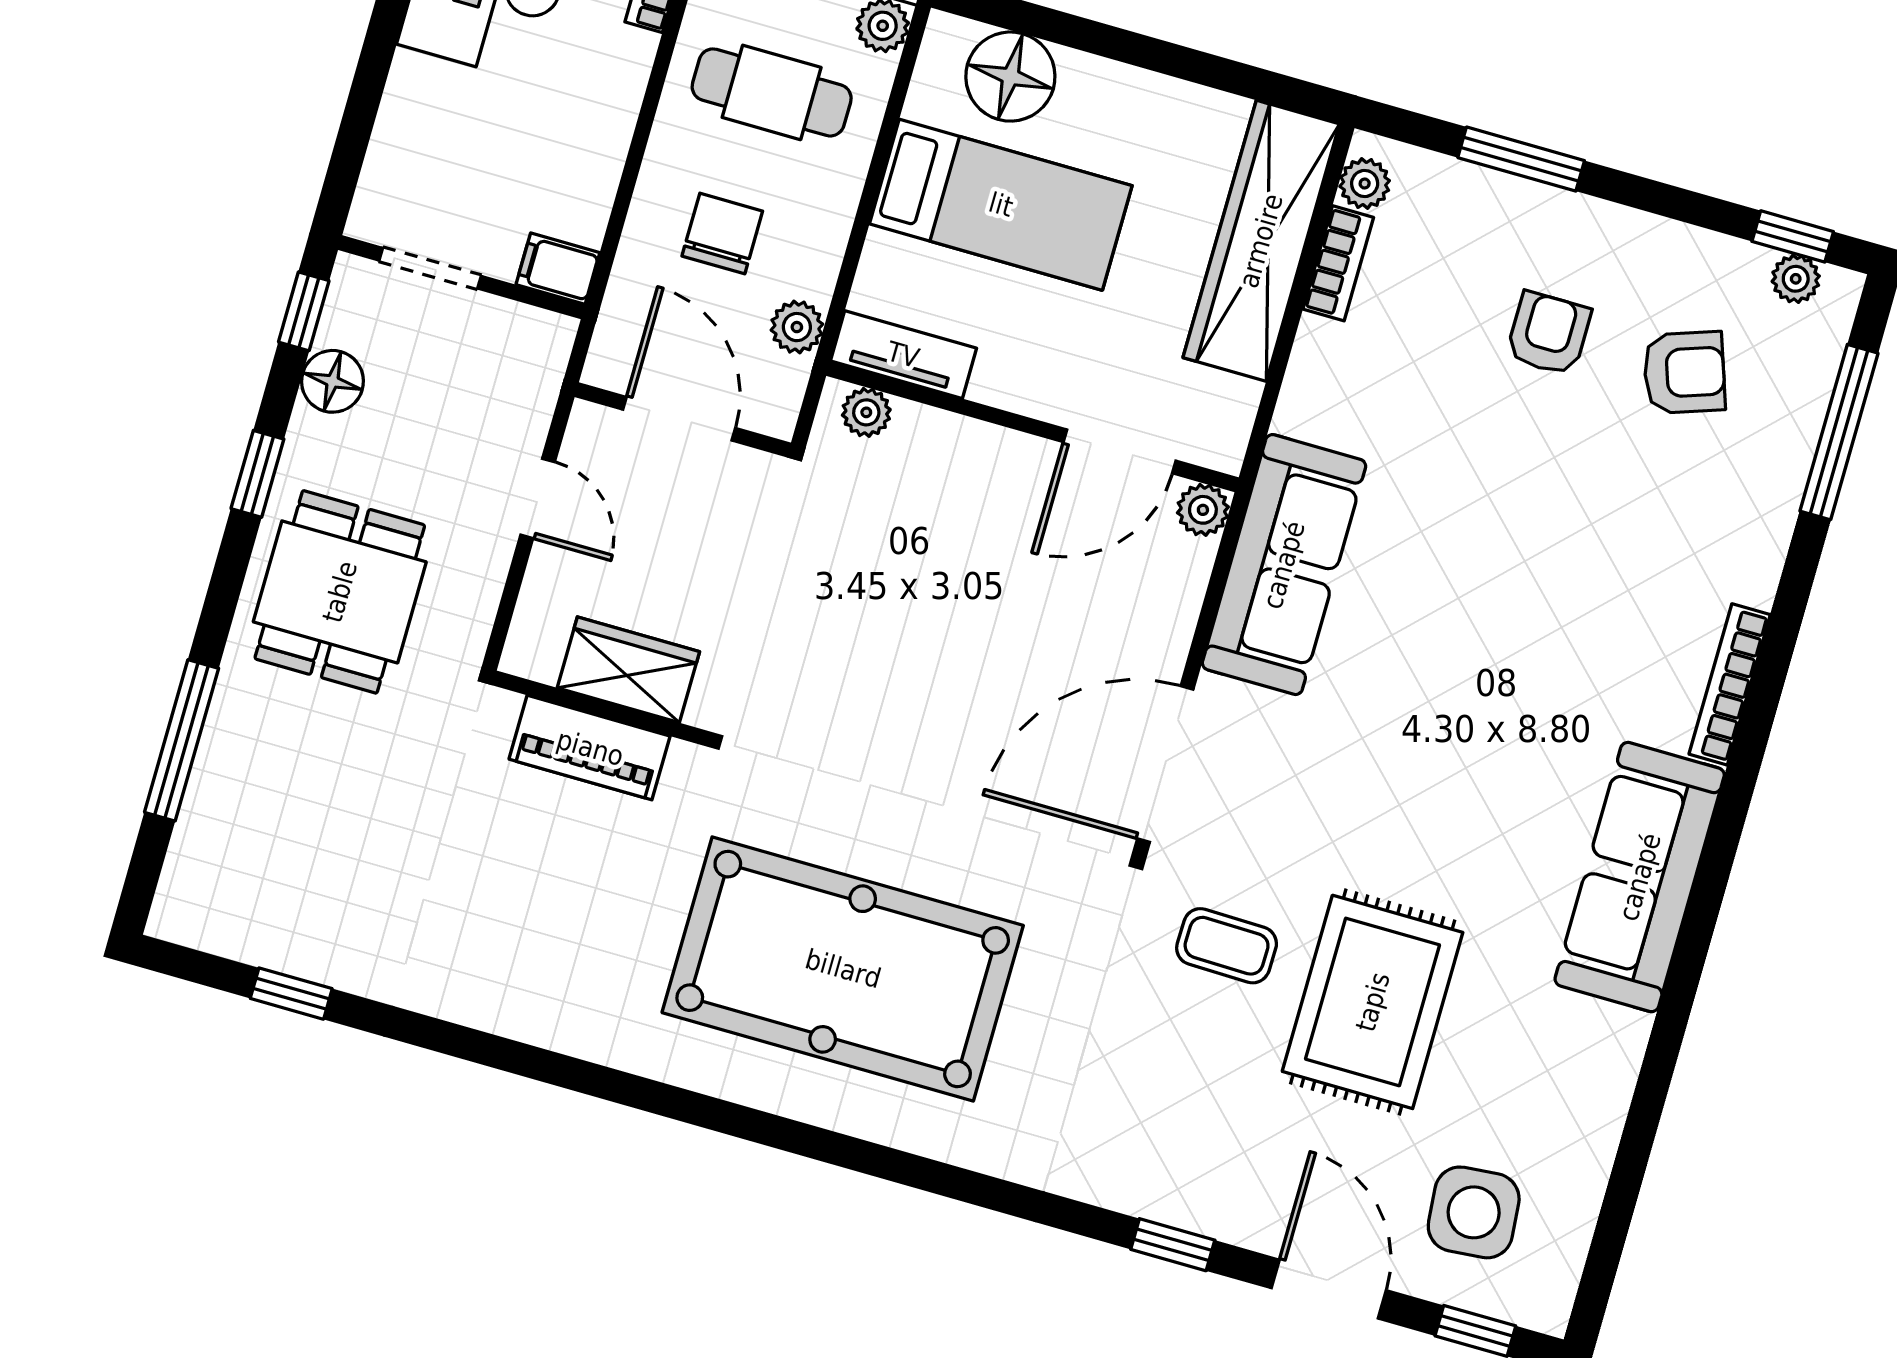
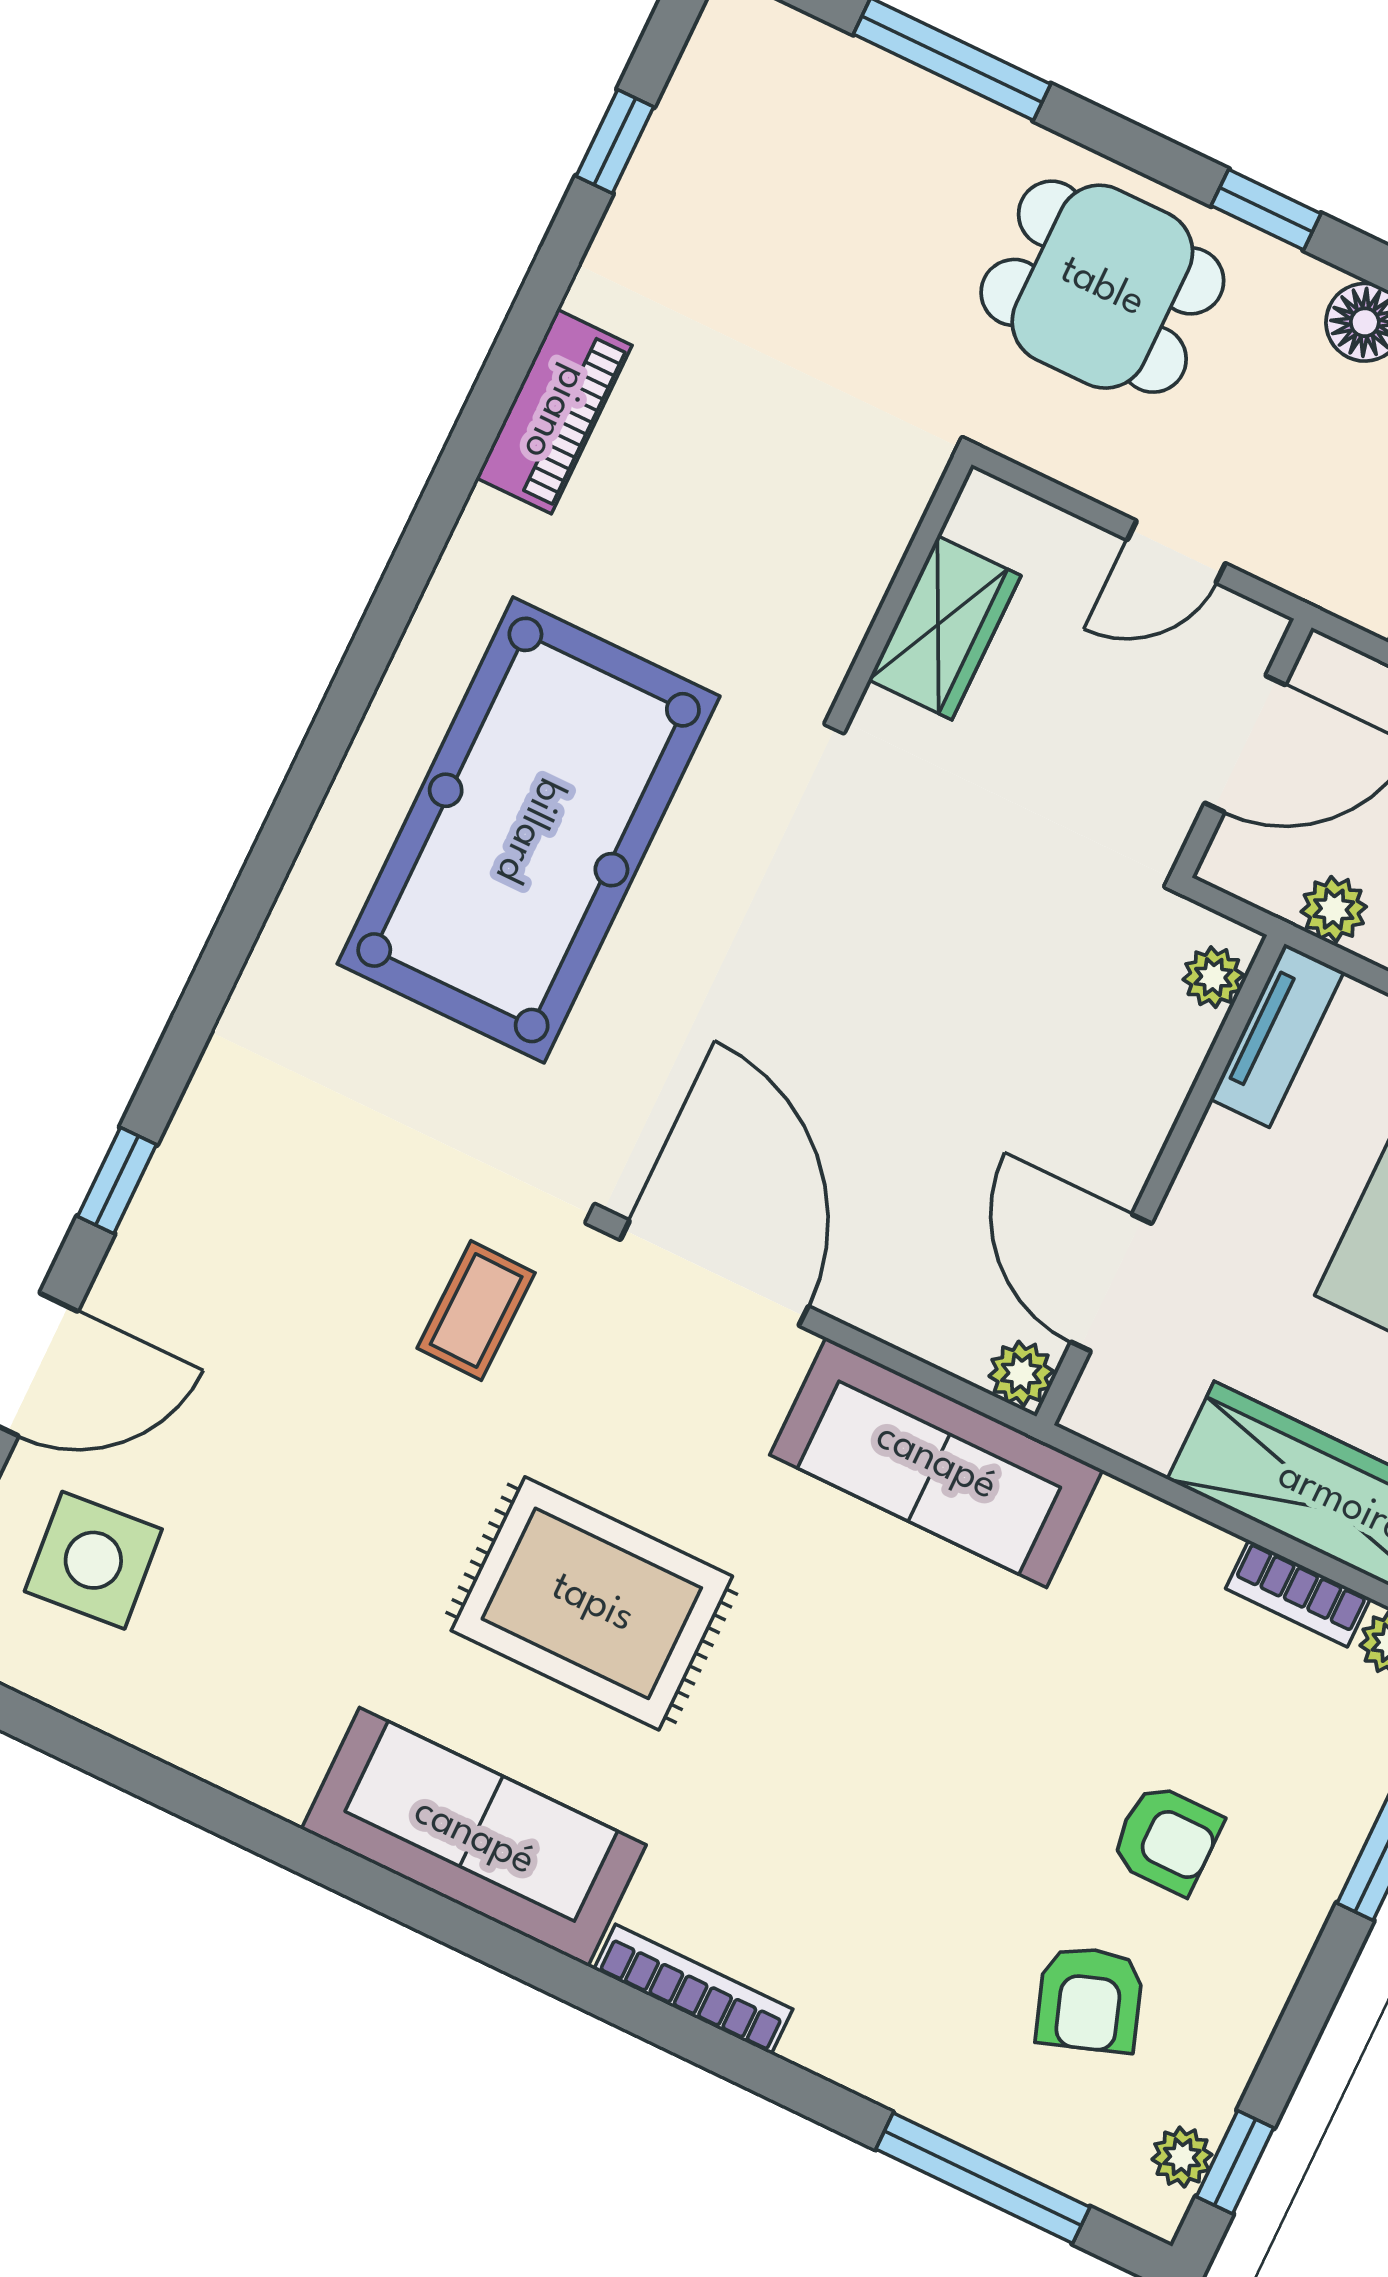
piano: (590, 748) -> (554, 412), moved, turned 180
rug: (1373, 1002) -> (592, 1603), moved

